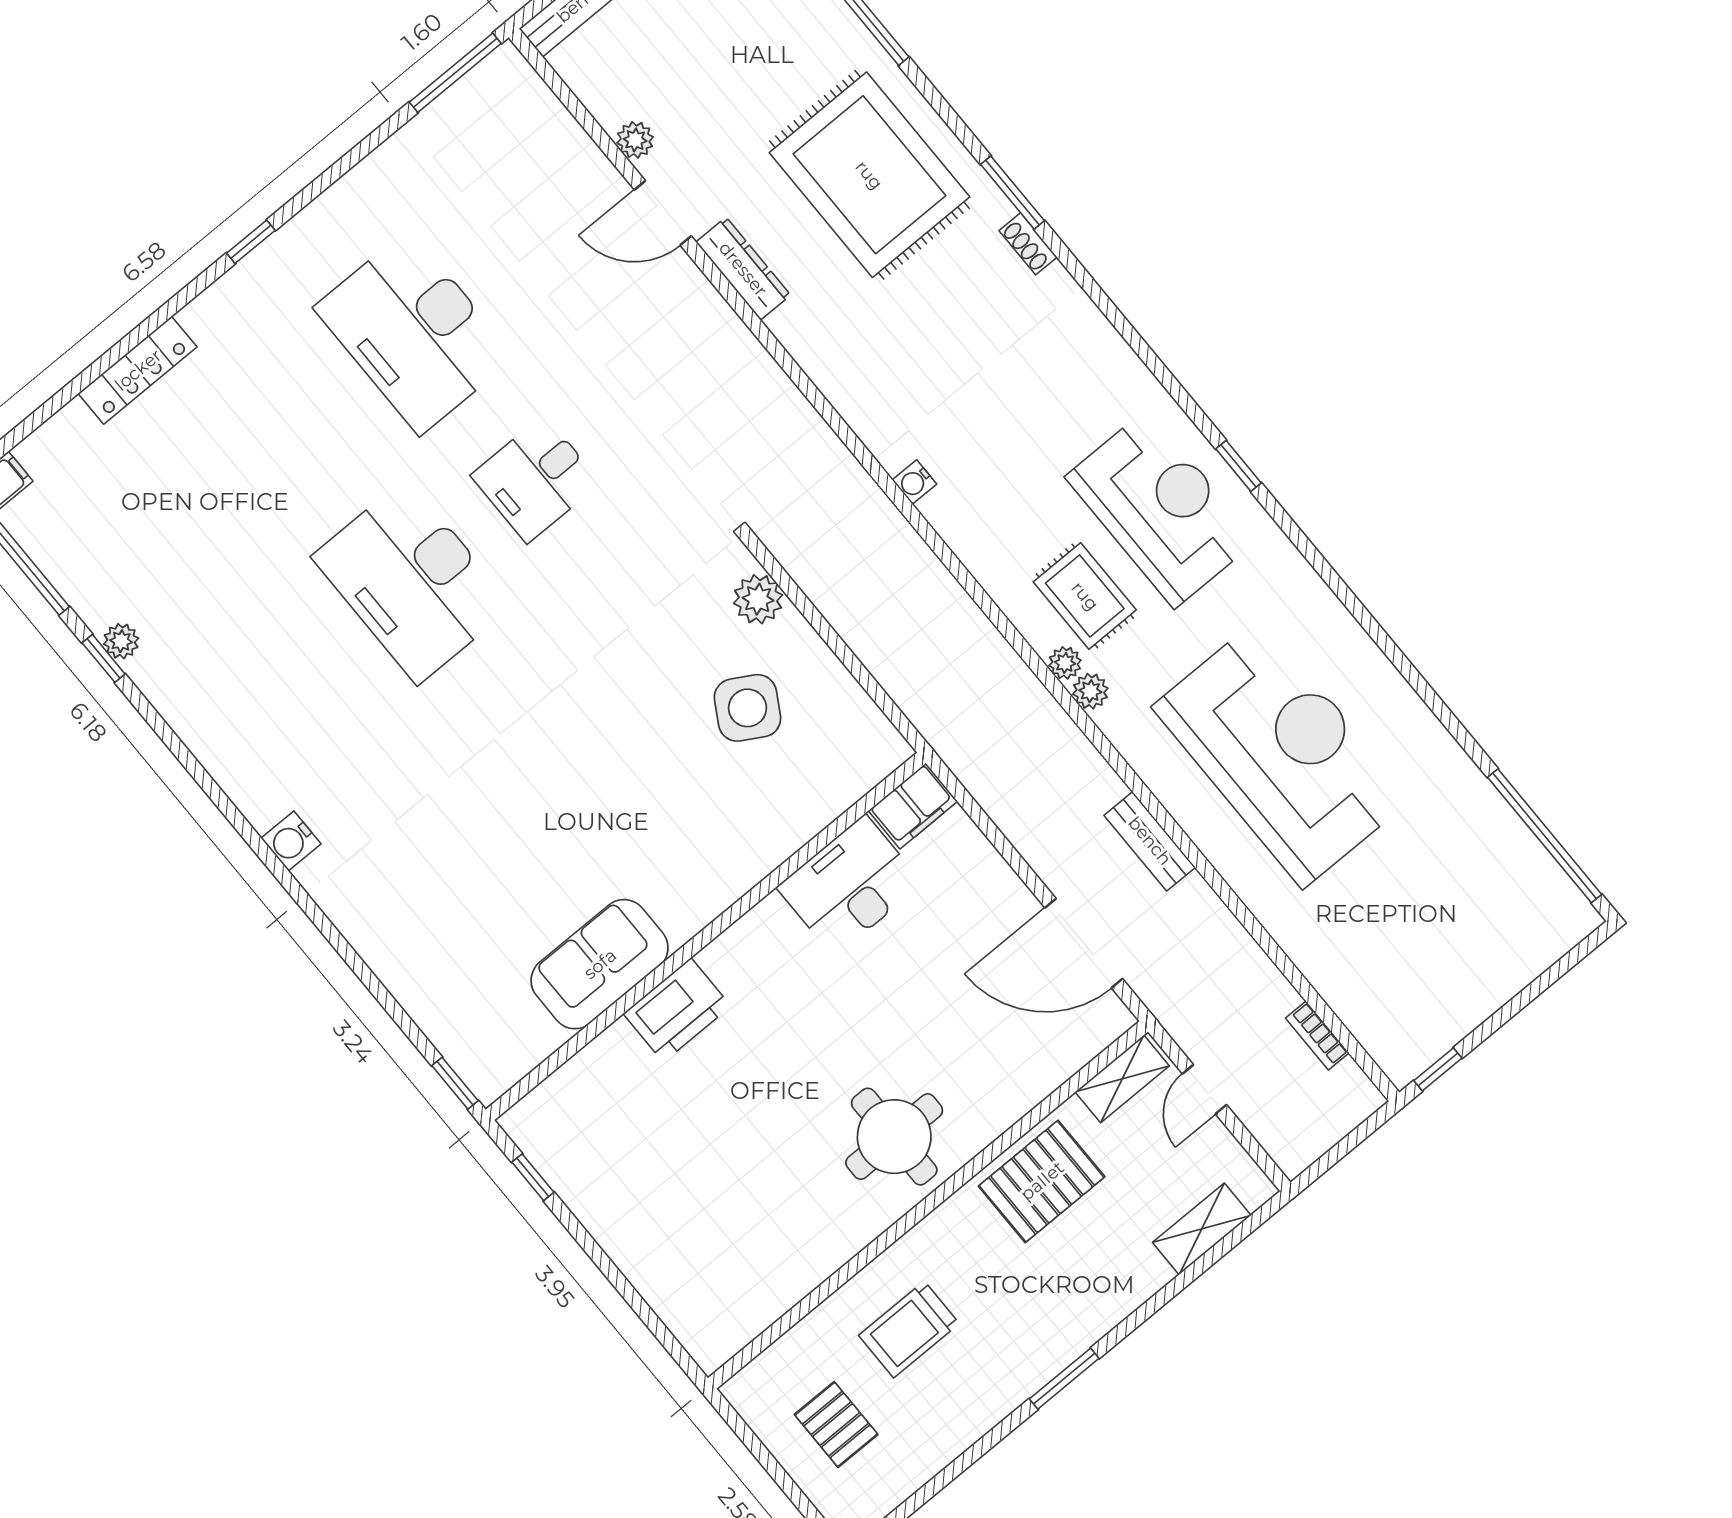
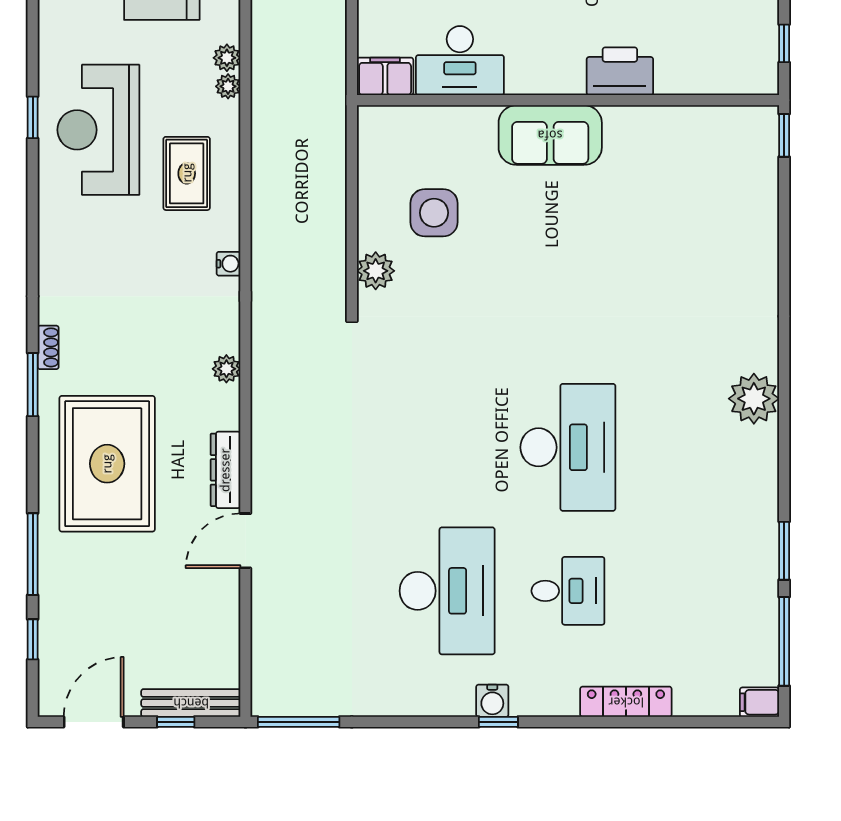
plant: (635, 140) -> (226, 369), moved
door: (663, 213) -> (245, 541), swing flipped
desk: (536, 479) -> (568, 591), moved
rug: (1085, 596) -> (187, 173), moved
plant: (121, 641) -> (754, 399), moved, width x1.87, depth x1.87
window: (104, 658) -> (784, 551), width x1.50
side table: (747, 708) -> (434, 213), turned -30
water cooler: (291, 841) -> (492, 701), moved, turned 90
sofa: (600, 964) -> (550, 135), moved

